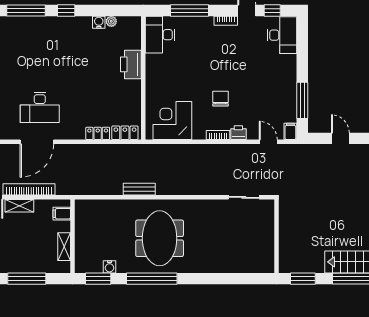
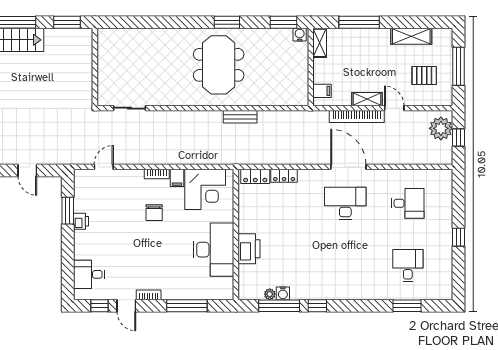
window: (26, 11) -> (279, 306), moved
desk: (160, 35) -> (214, 250), moved, width x1.36, depth x1.30
desk: (282, 35) -> (89, 274), width x0.73
window: (302, 100) -> (68, 211), width x0.69
filing cabinet: (290, 131) -> (177, 178), moved
printer: (238, 133) -> (81, 221), moved, turned -90
door: (37, 142) -> (348, 167), hinge flipped
door: (268, 142) -> (104, 167), swing flipped
shelving: (64, 247) -> (320, 43), moved
water cooler: (109, 267) -> (300, 35), moved
window: (152, 279) -> (227, 22), width x0.47

